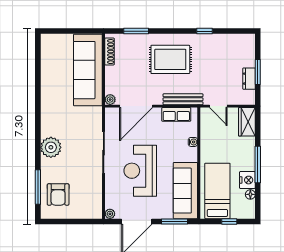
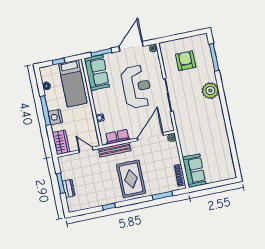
rug: (170, 59) -> (131, 179), turned 90
sofa: (88, 70) -> (194, 171), width x0.54, depth x0.79
dresser: (249, 79) -> (69, 188), moved
nightstand: (247, 180) -> (55, 117), moved
sofa: (185, 191) -> (97, 73), width x0.73
armchair: (58, 194) -> (186, 61), moved

